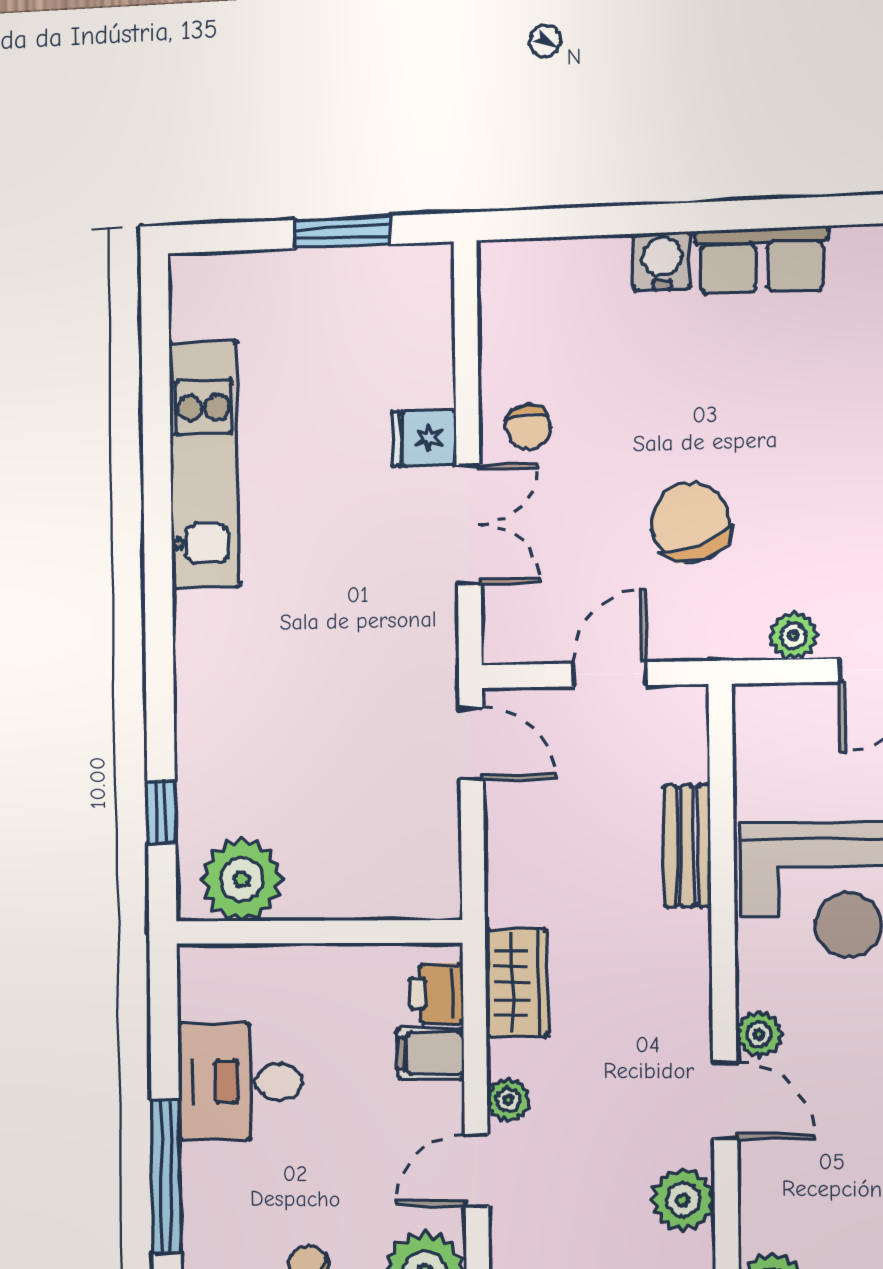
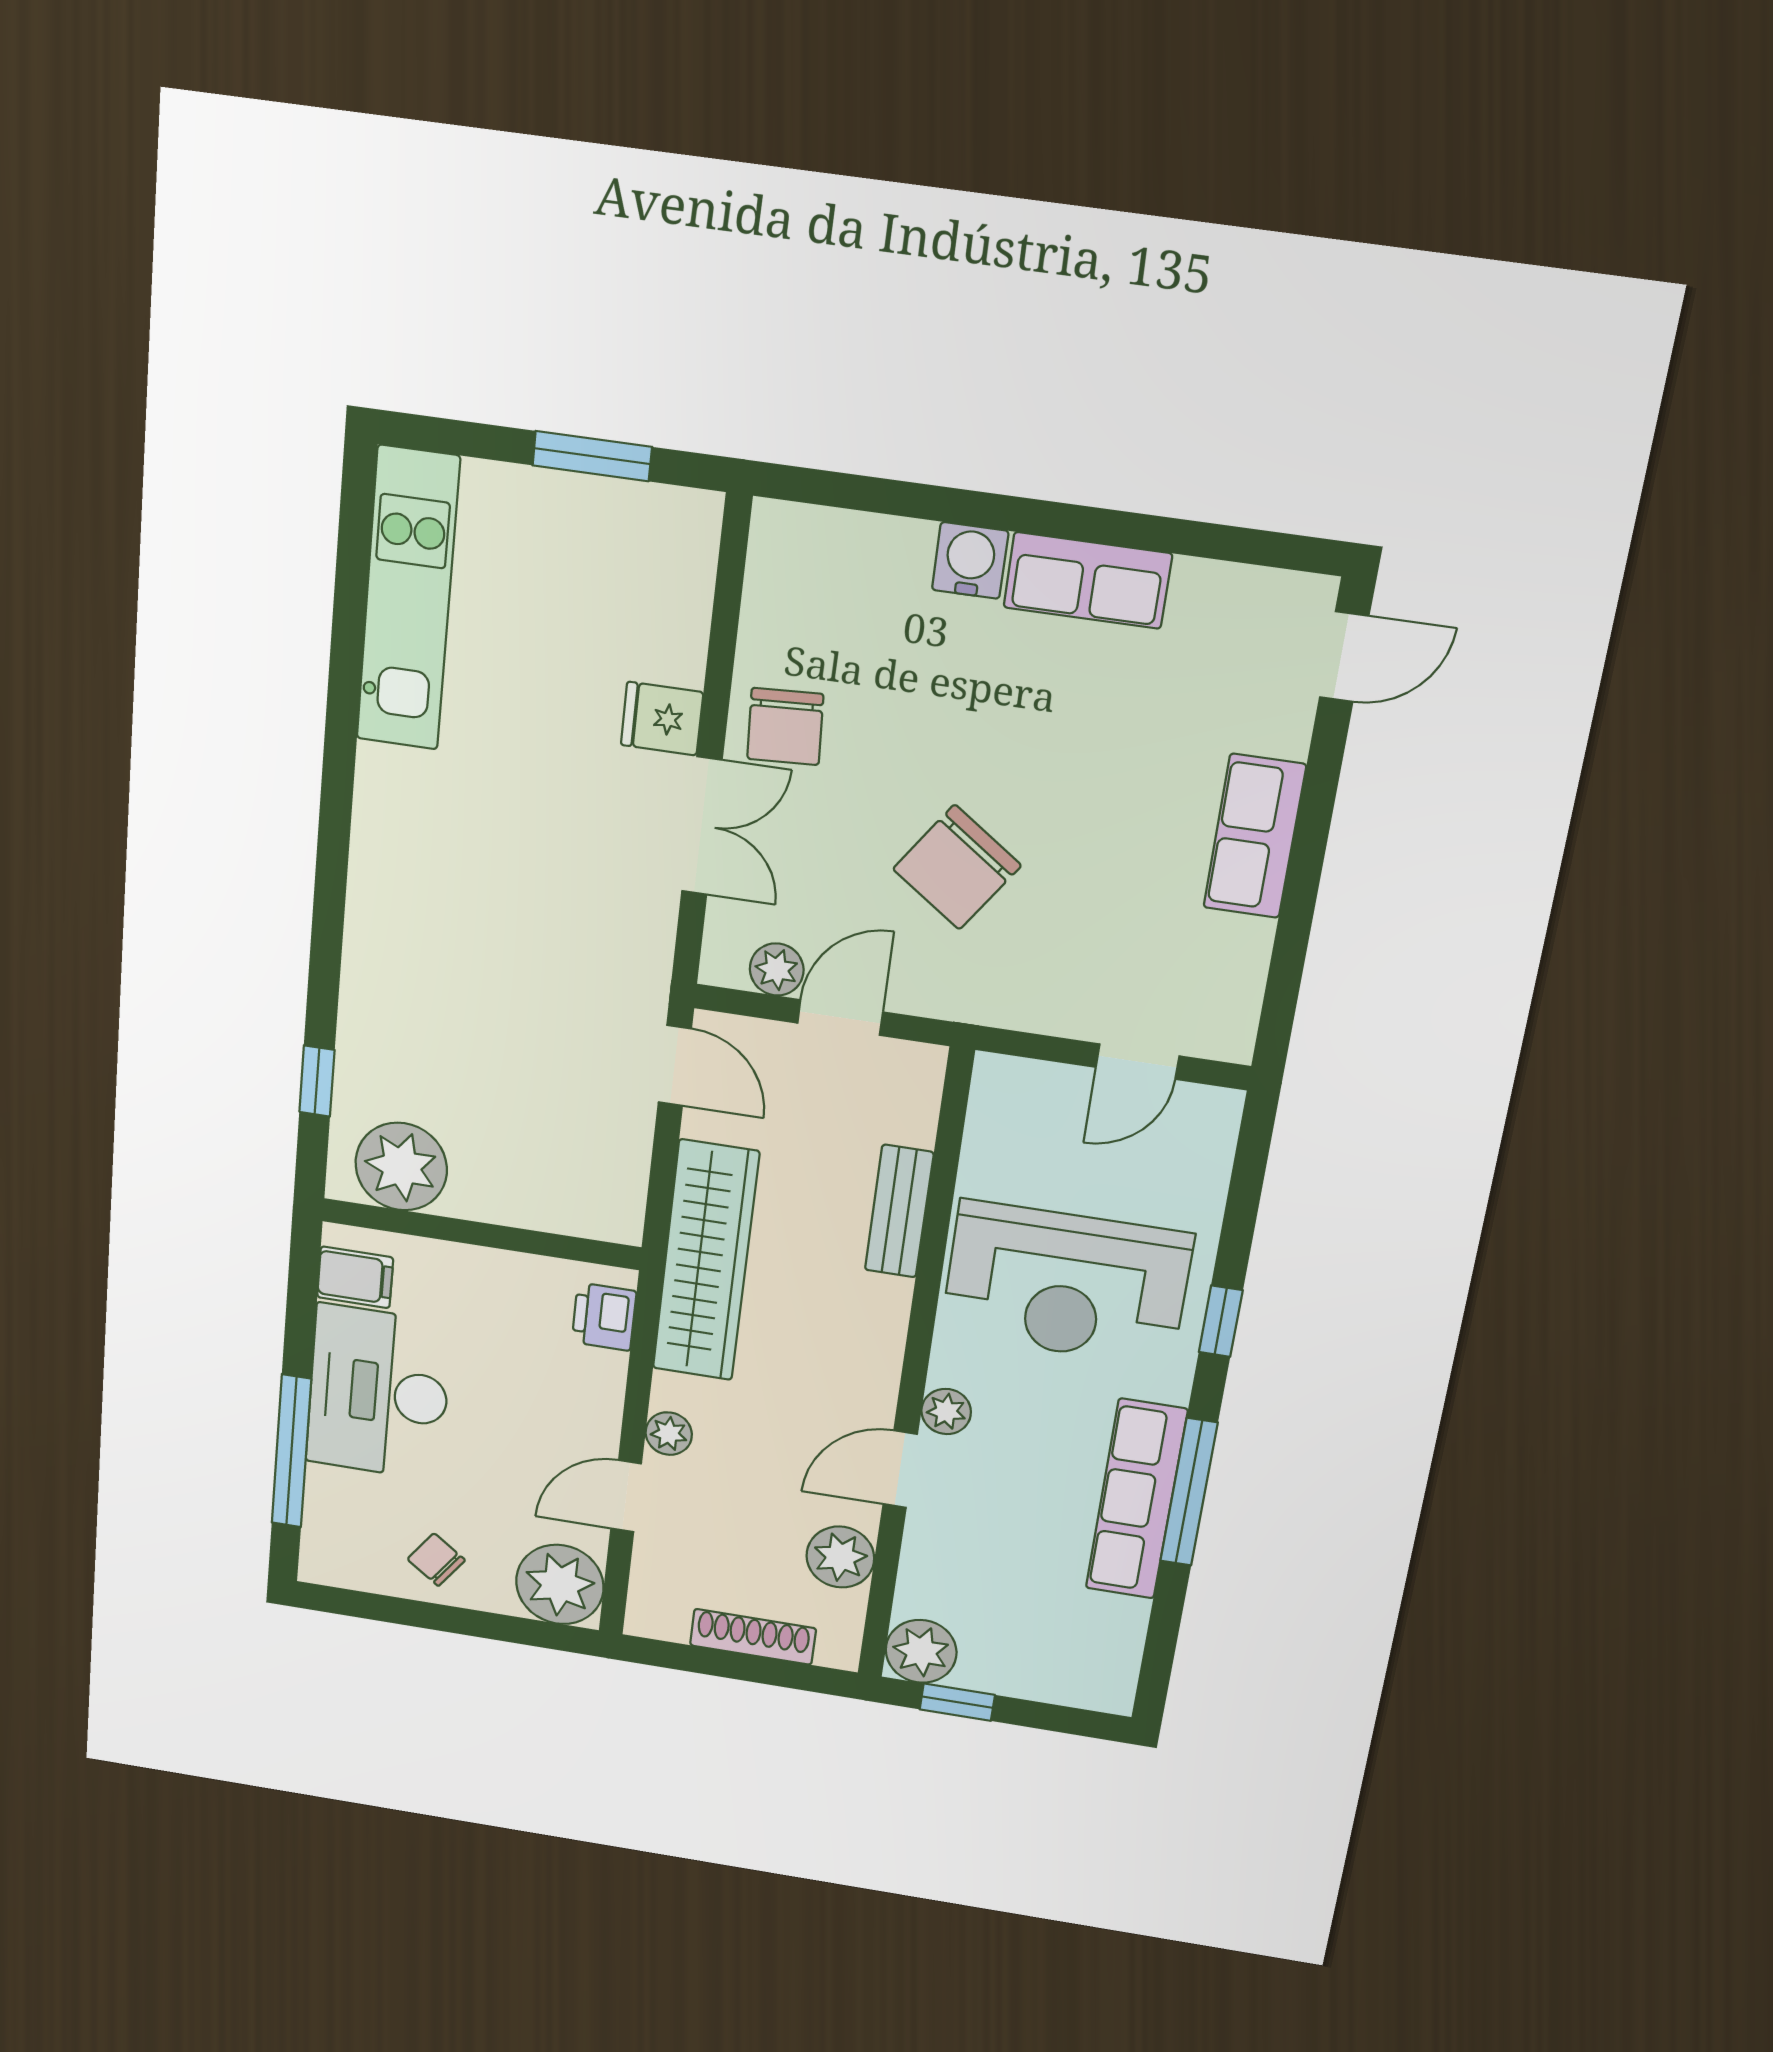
chair: (528, 427) -> (785, 727), width x1.37, depth x1.37
kitchen unit: (204, 464) -> (408, 599), moved
chair: (691, 523) -> (957, 867), turned -126
plant: (793, 636) -> (777, 969), moved
wardrobe: (516, 983) -> (706, 1261), width x2.10, depth x1.17
filing cabinet: (430, 1053) -> (355, 1277), moved, turned 180
desk: (240, 1082) -> (379, 1392), width x1.37
door: (725, 1100) -> (900, 1469), swing flipped

